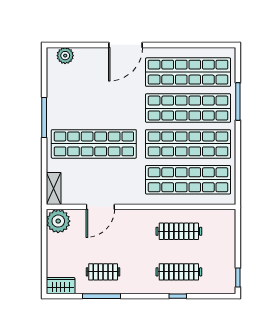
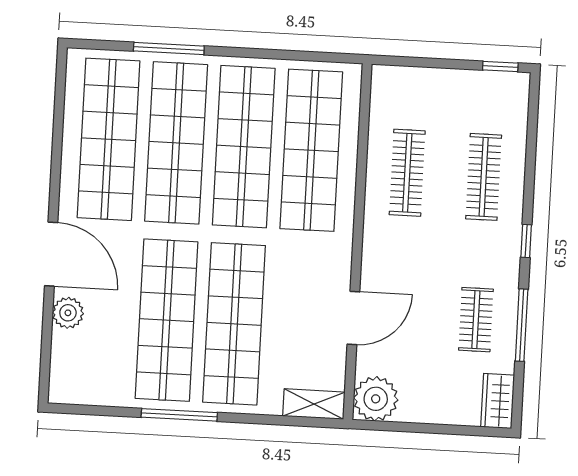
plant: (65, 56) -> (68, 313), moved
shop shelf: (94, 108) -> (167, 320), added
door: (100, 207) -> (353, 318), hinge flipped
window: (178, 296) -> (526, 241), moved

